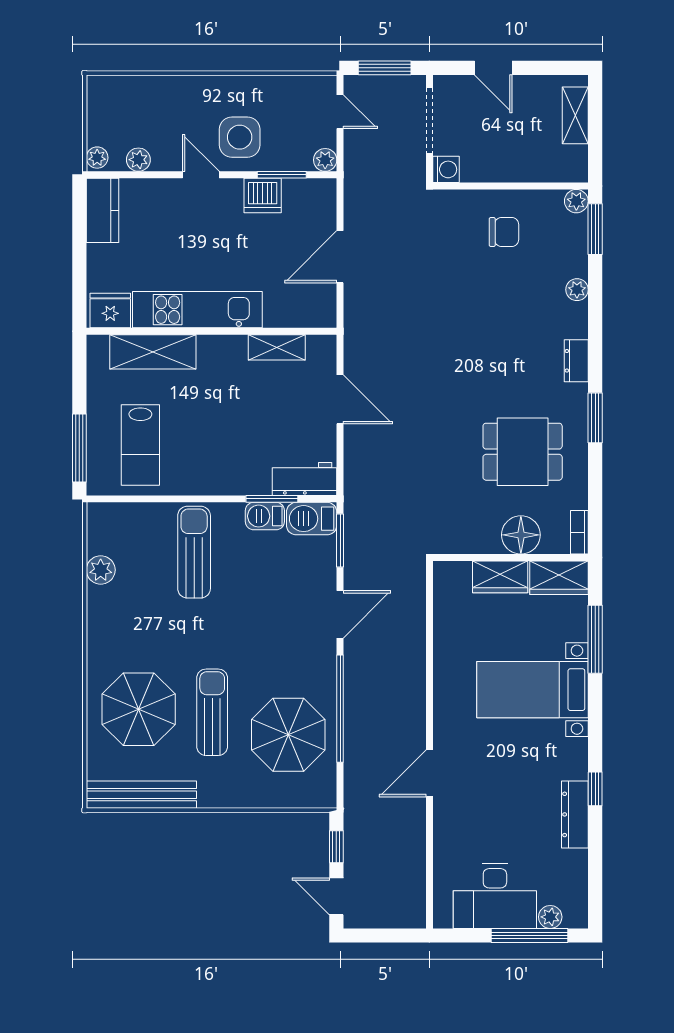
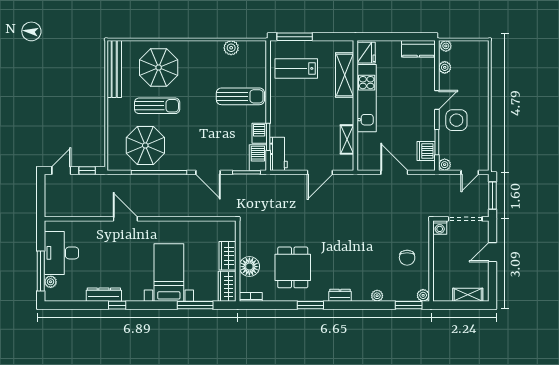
dishwasher: (263, 195) -> (426, 151), moved

